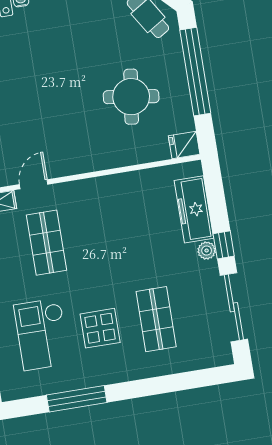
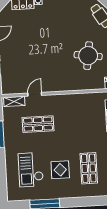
shop shelf: (46, 243) -> (38, 124), turned 90

